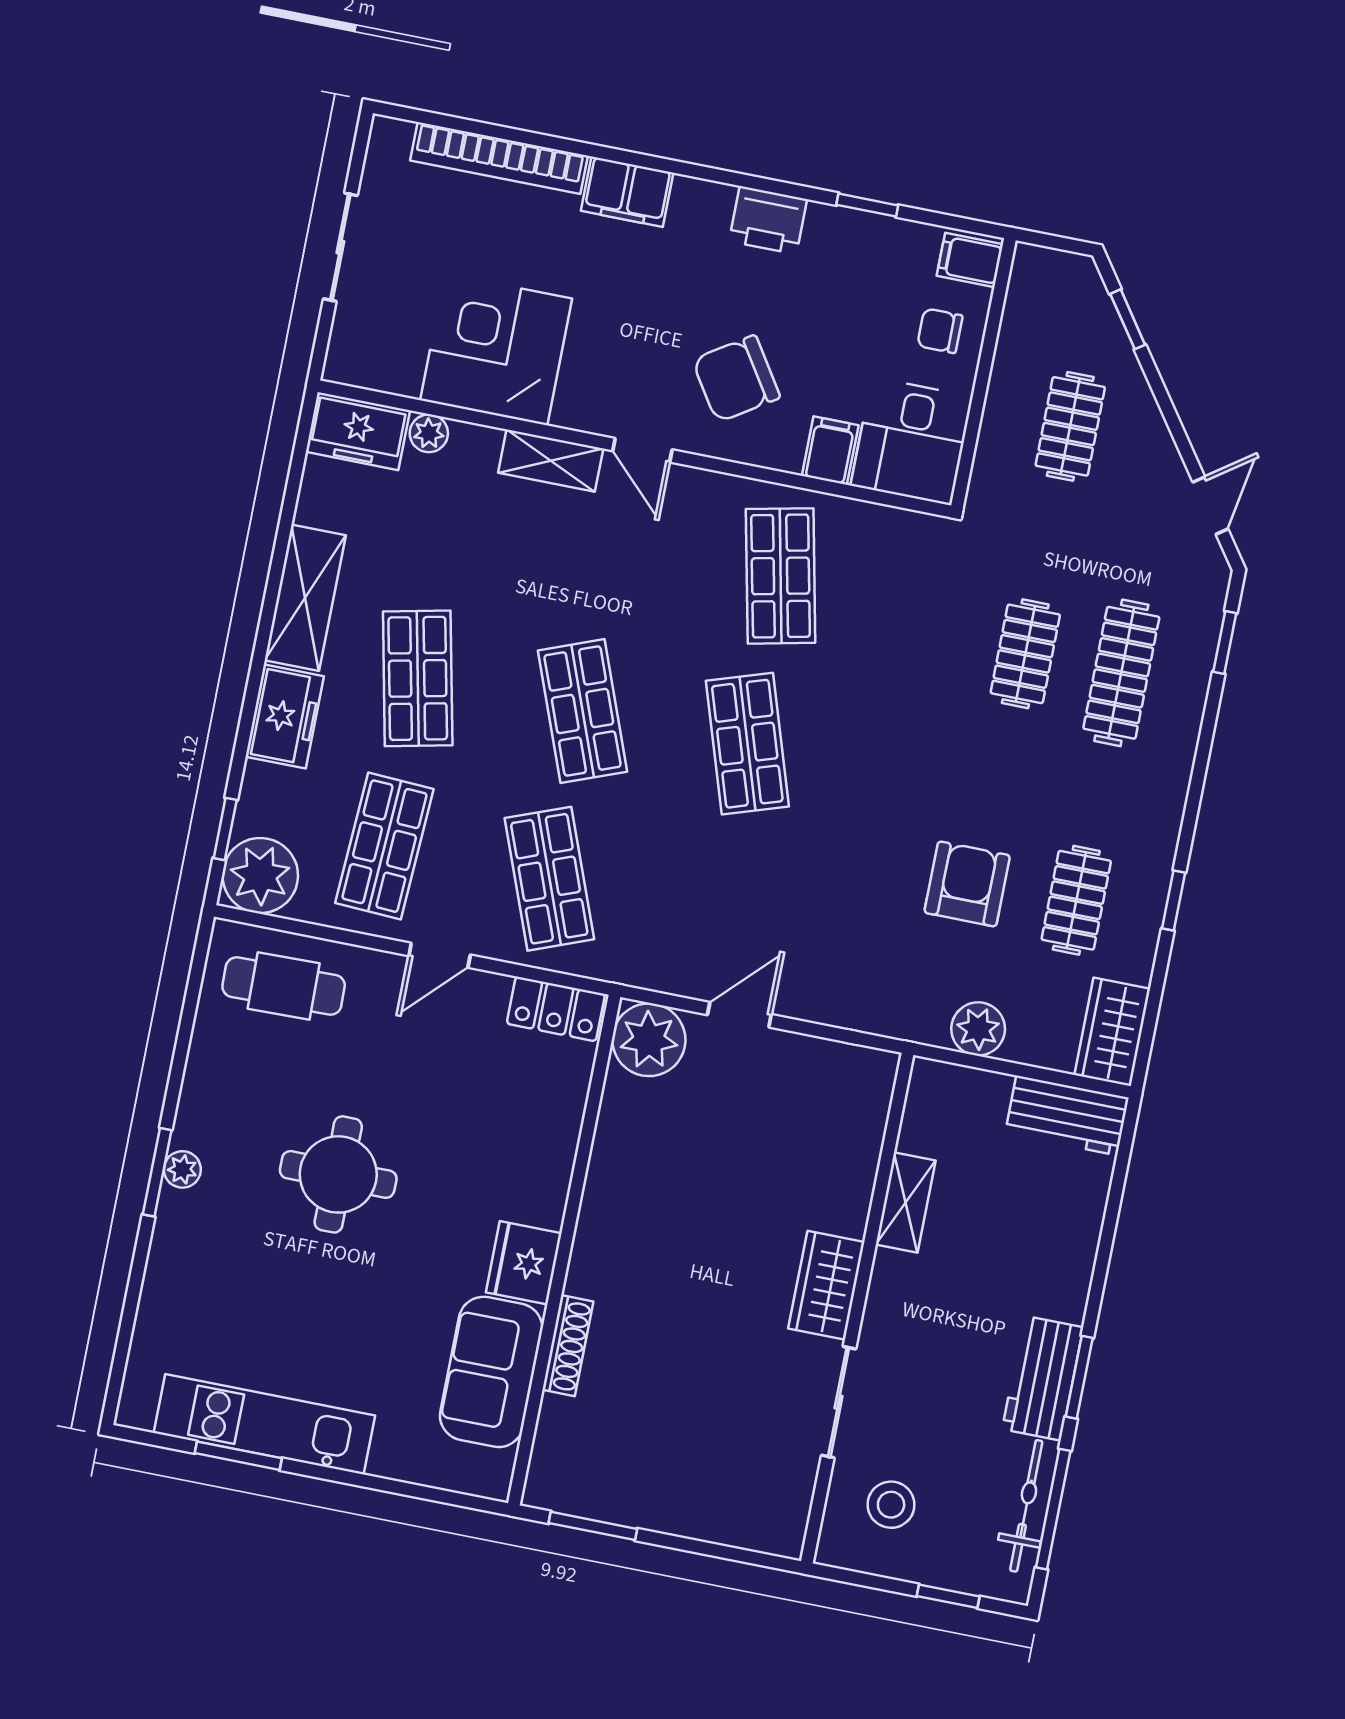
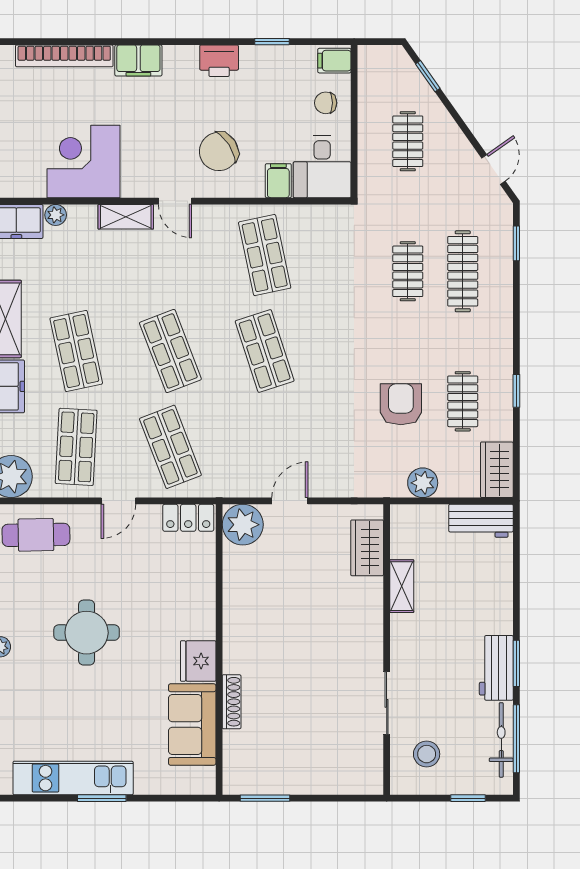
wardrobe: (826, 1285) -> (367, 548), moved
window: (238, 1456) -> (102, 798), moved

